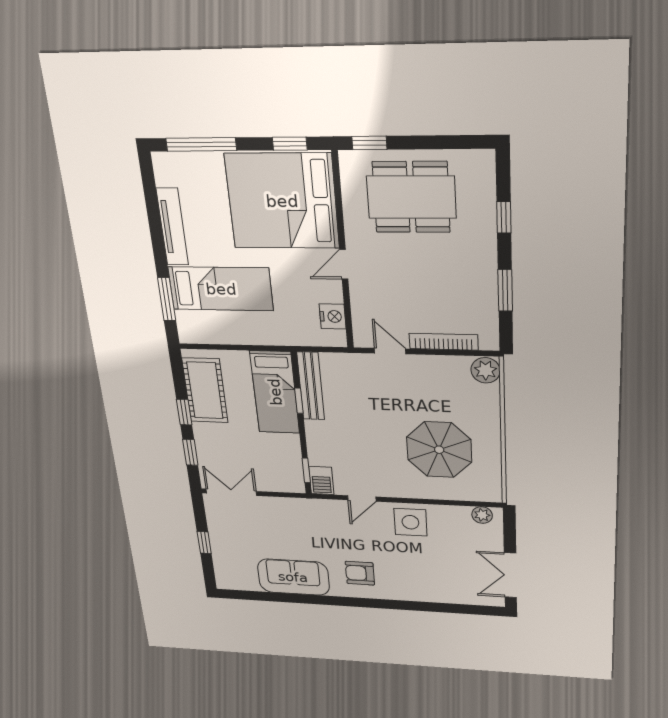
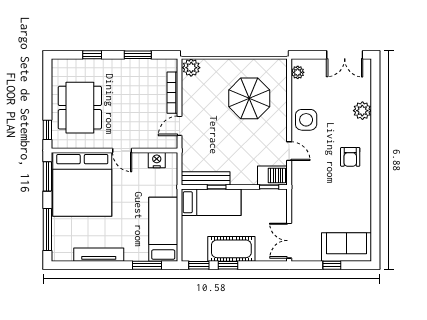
window: (290, 144) -> (47, 176), width x1.50
bed: (221, 289) -> (163, 229), moved
cot: (205, 390) -> (231, 249), moved
window: (190, 452) -> (199, 265), moved
barbecue: (321, 481) -> (272, 175), width x1.38, depth x1.27
sofa: (293, 577) -> (346, 247), moved, turned 90
plant: (428, 592) -> (362, 111), added

